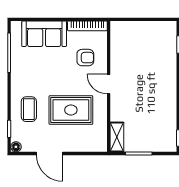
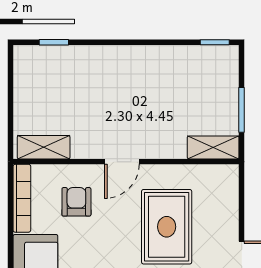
shelving: (117, 39) -> (44, 147), added

